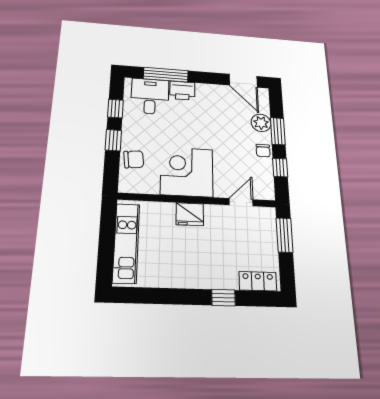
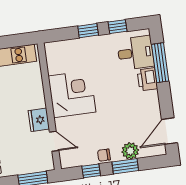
chair: (134, 159) -> (74, 50), removed
fridge: (190, 214) -> (39, 120), moved

